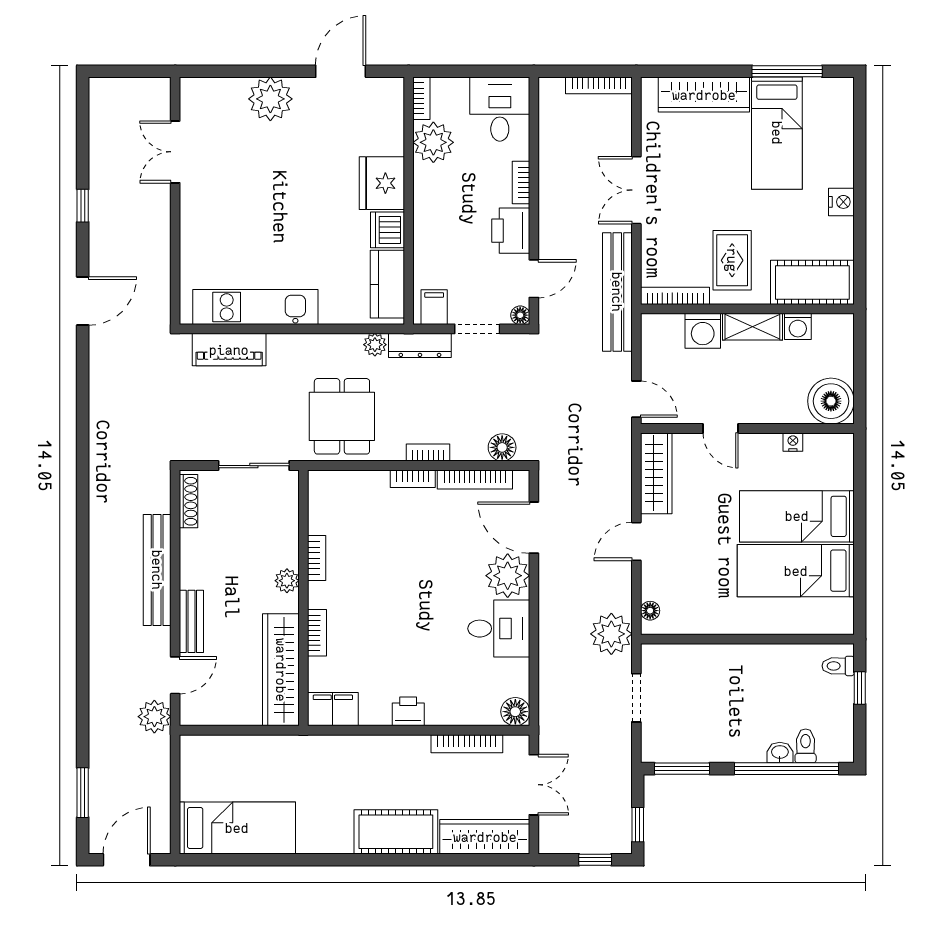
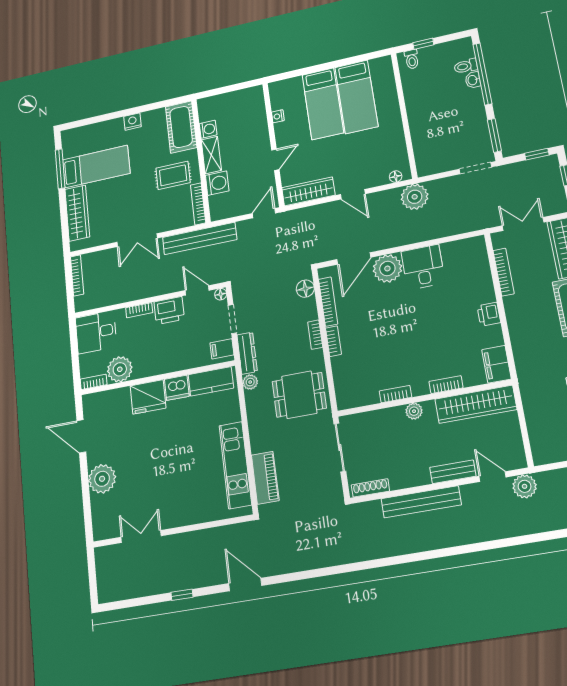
double door: (175, 152) -> (141, 537), swing flipped
boiler: (831, 401) -> (250, 100), removed
doorway: (636, 698) -> (476, 168), moved
floor lamp: (515, 712) -> (476, 246), removed

